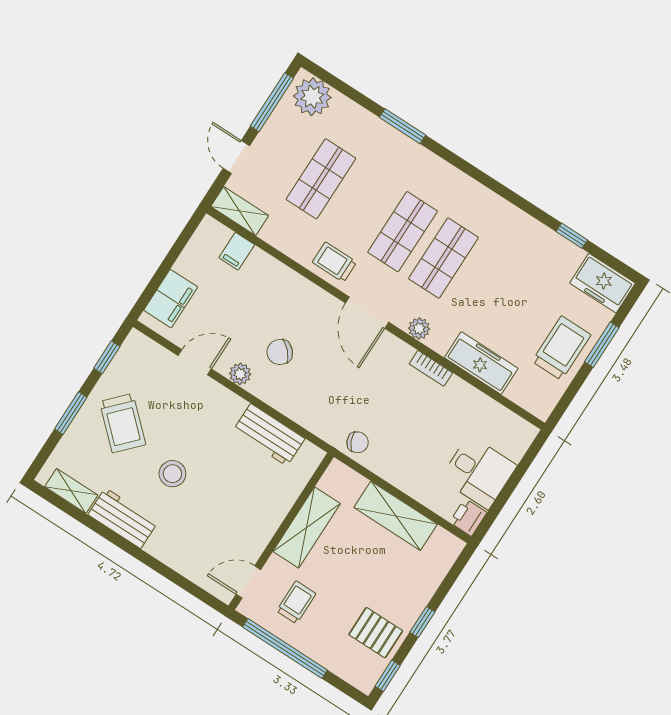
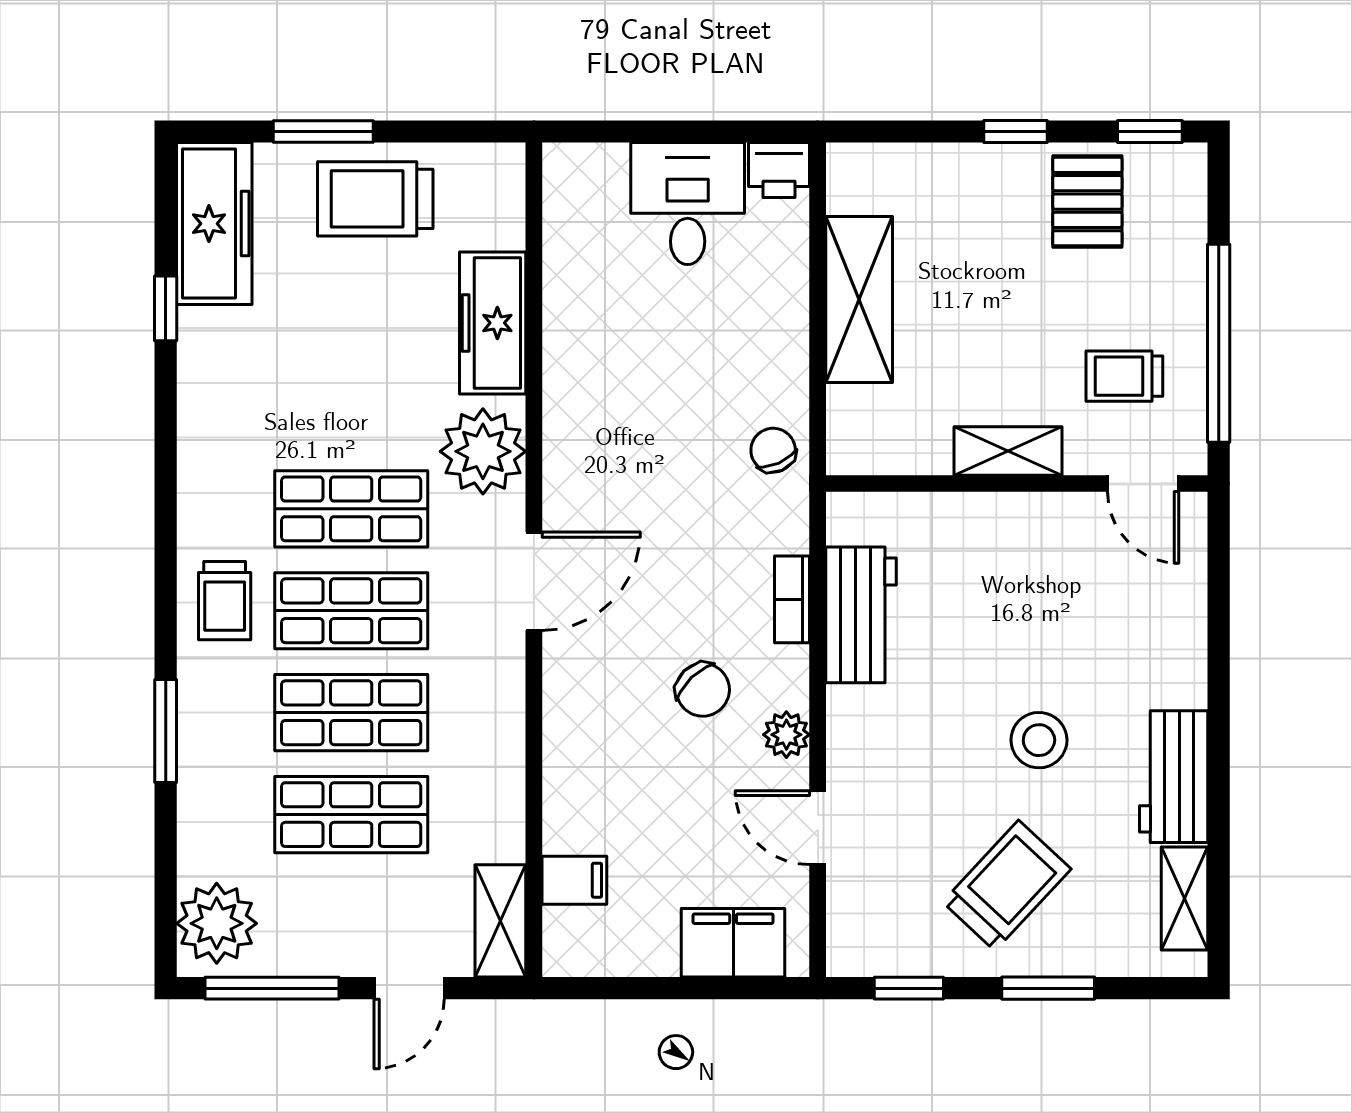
shop shelf: (362, 205) -> (351, 713), added
trolley: (335, 262) -> (225, 601), moved
freezer: (602, 283) -> (214, 224), width x1.40
plant: (419, 329) -> (483, 451), width x1.87, depth x1.87
bookcase: (431, 368) -> (792, 599), moved, turned 180
shelving: (307, 528) -> (1008, 451), width x0.67, depth x0.75

